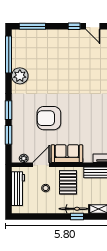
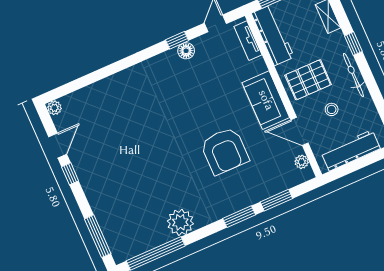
bicycle: (73, 209) -> (353, 75), moved

